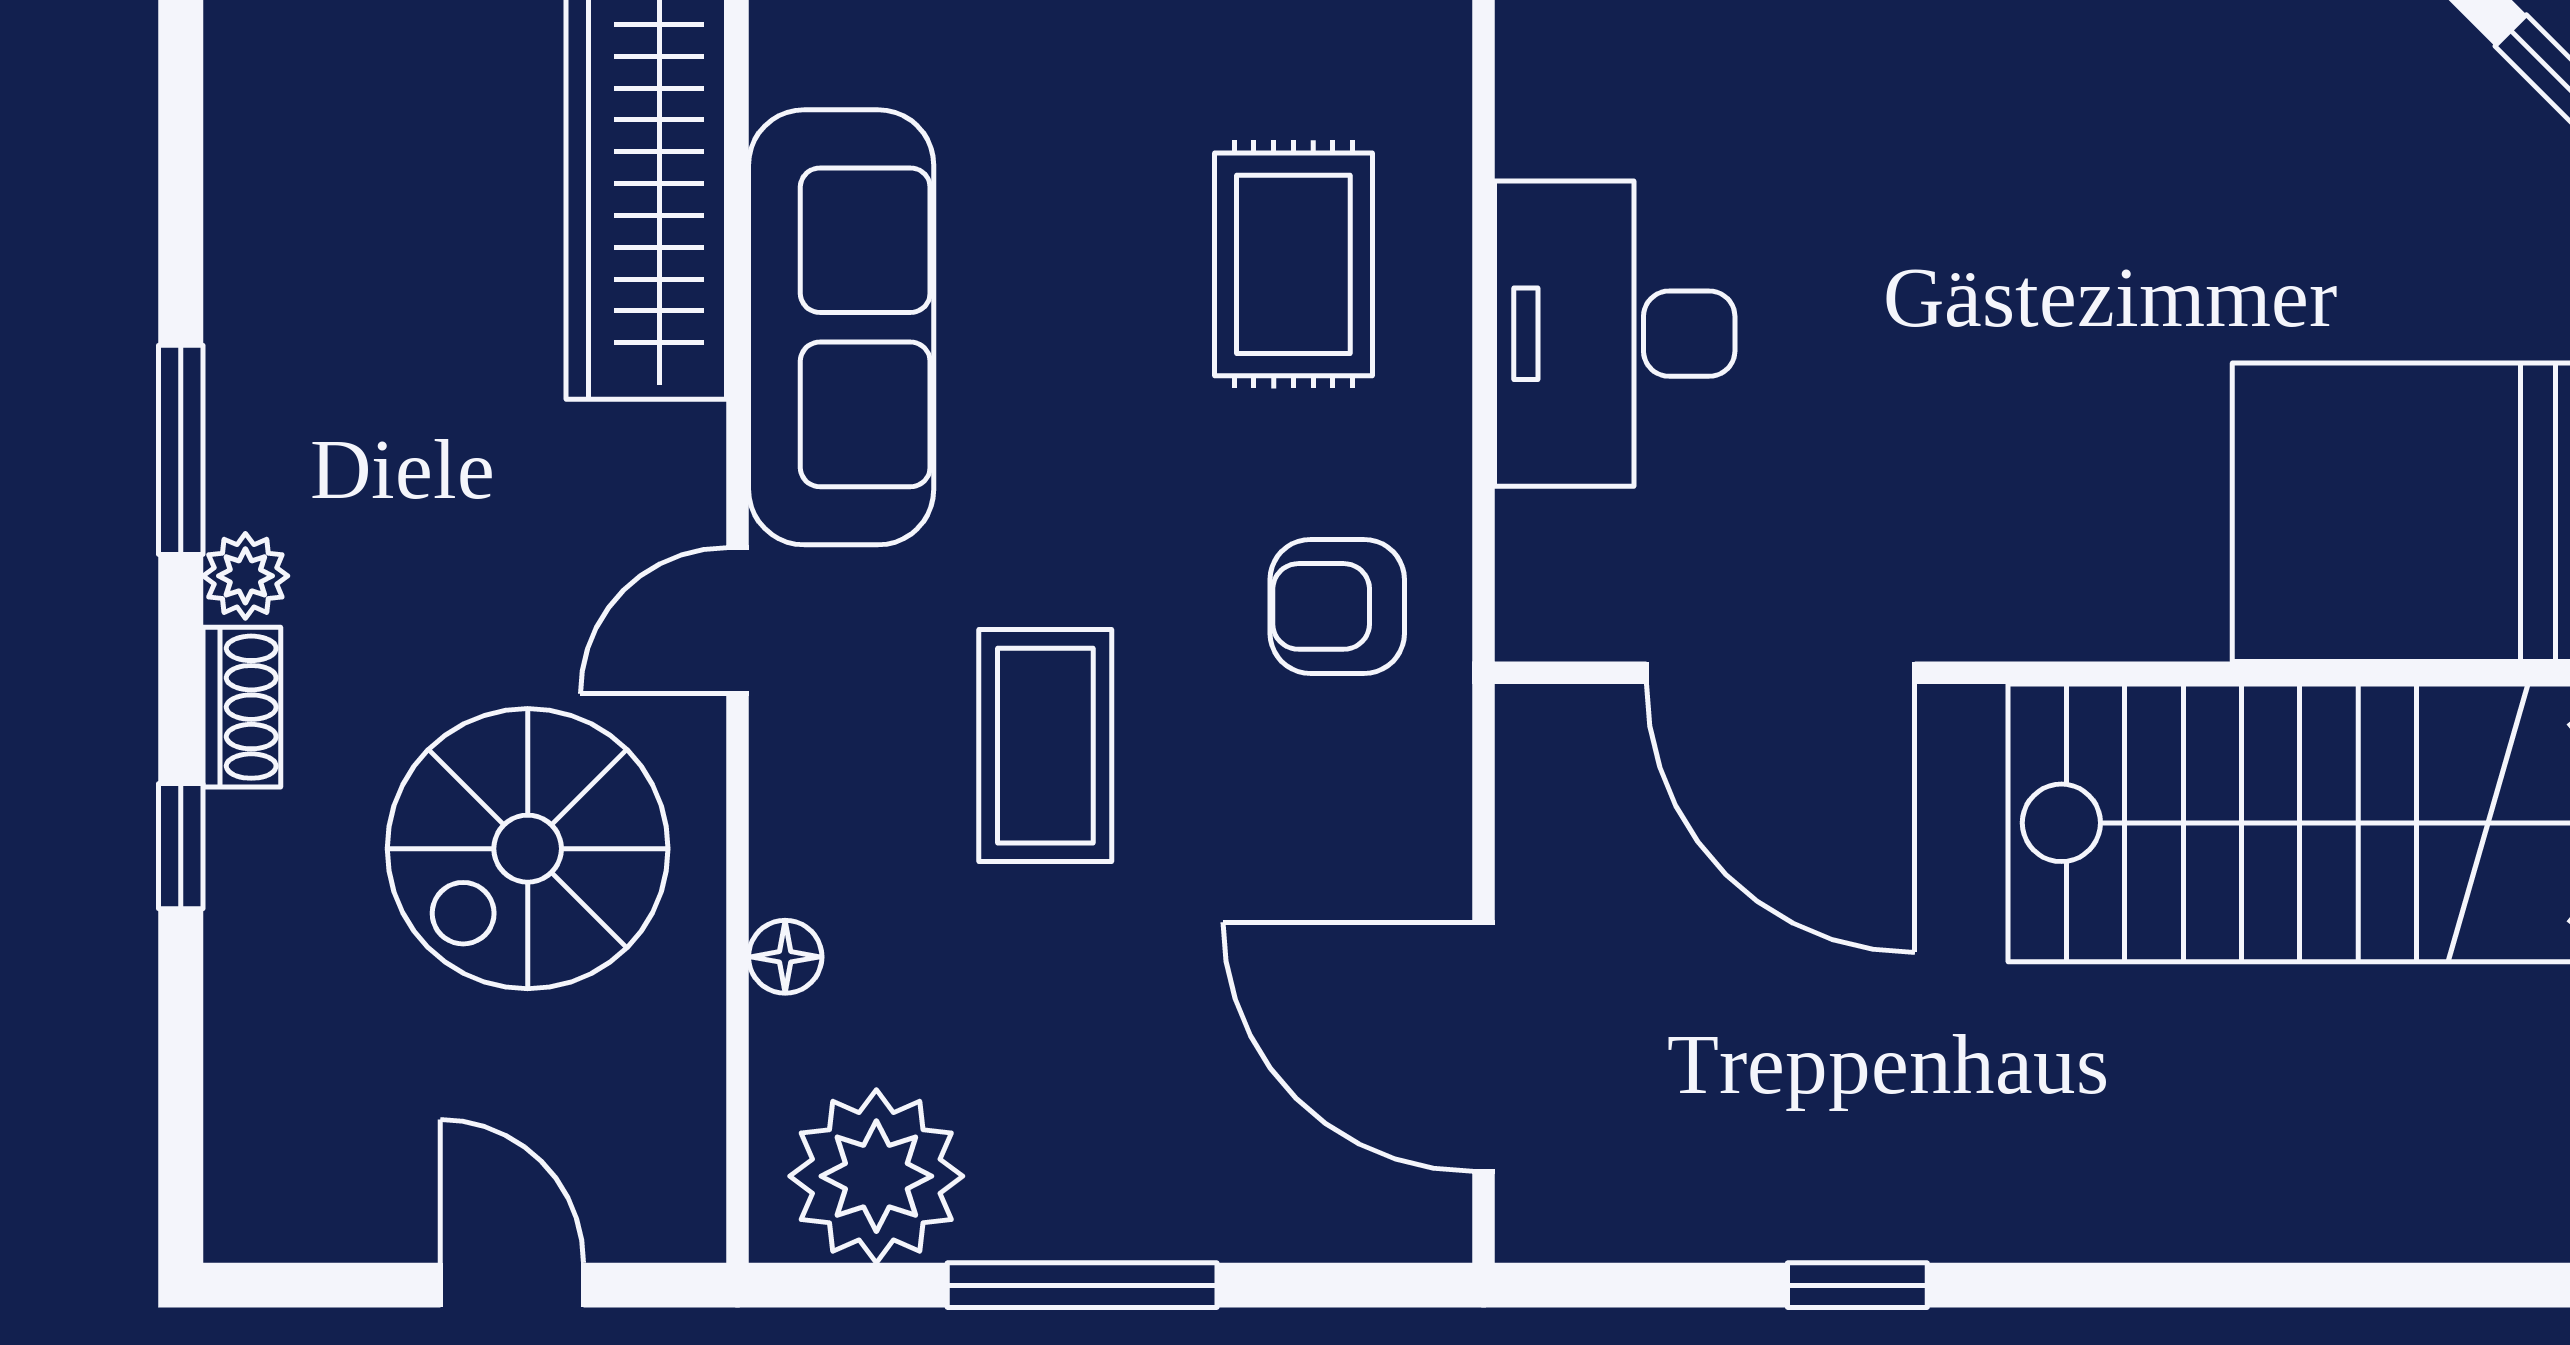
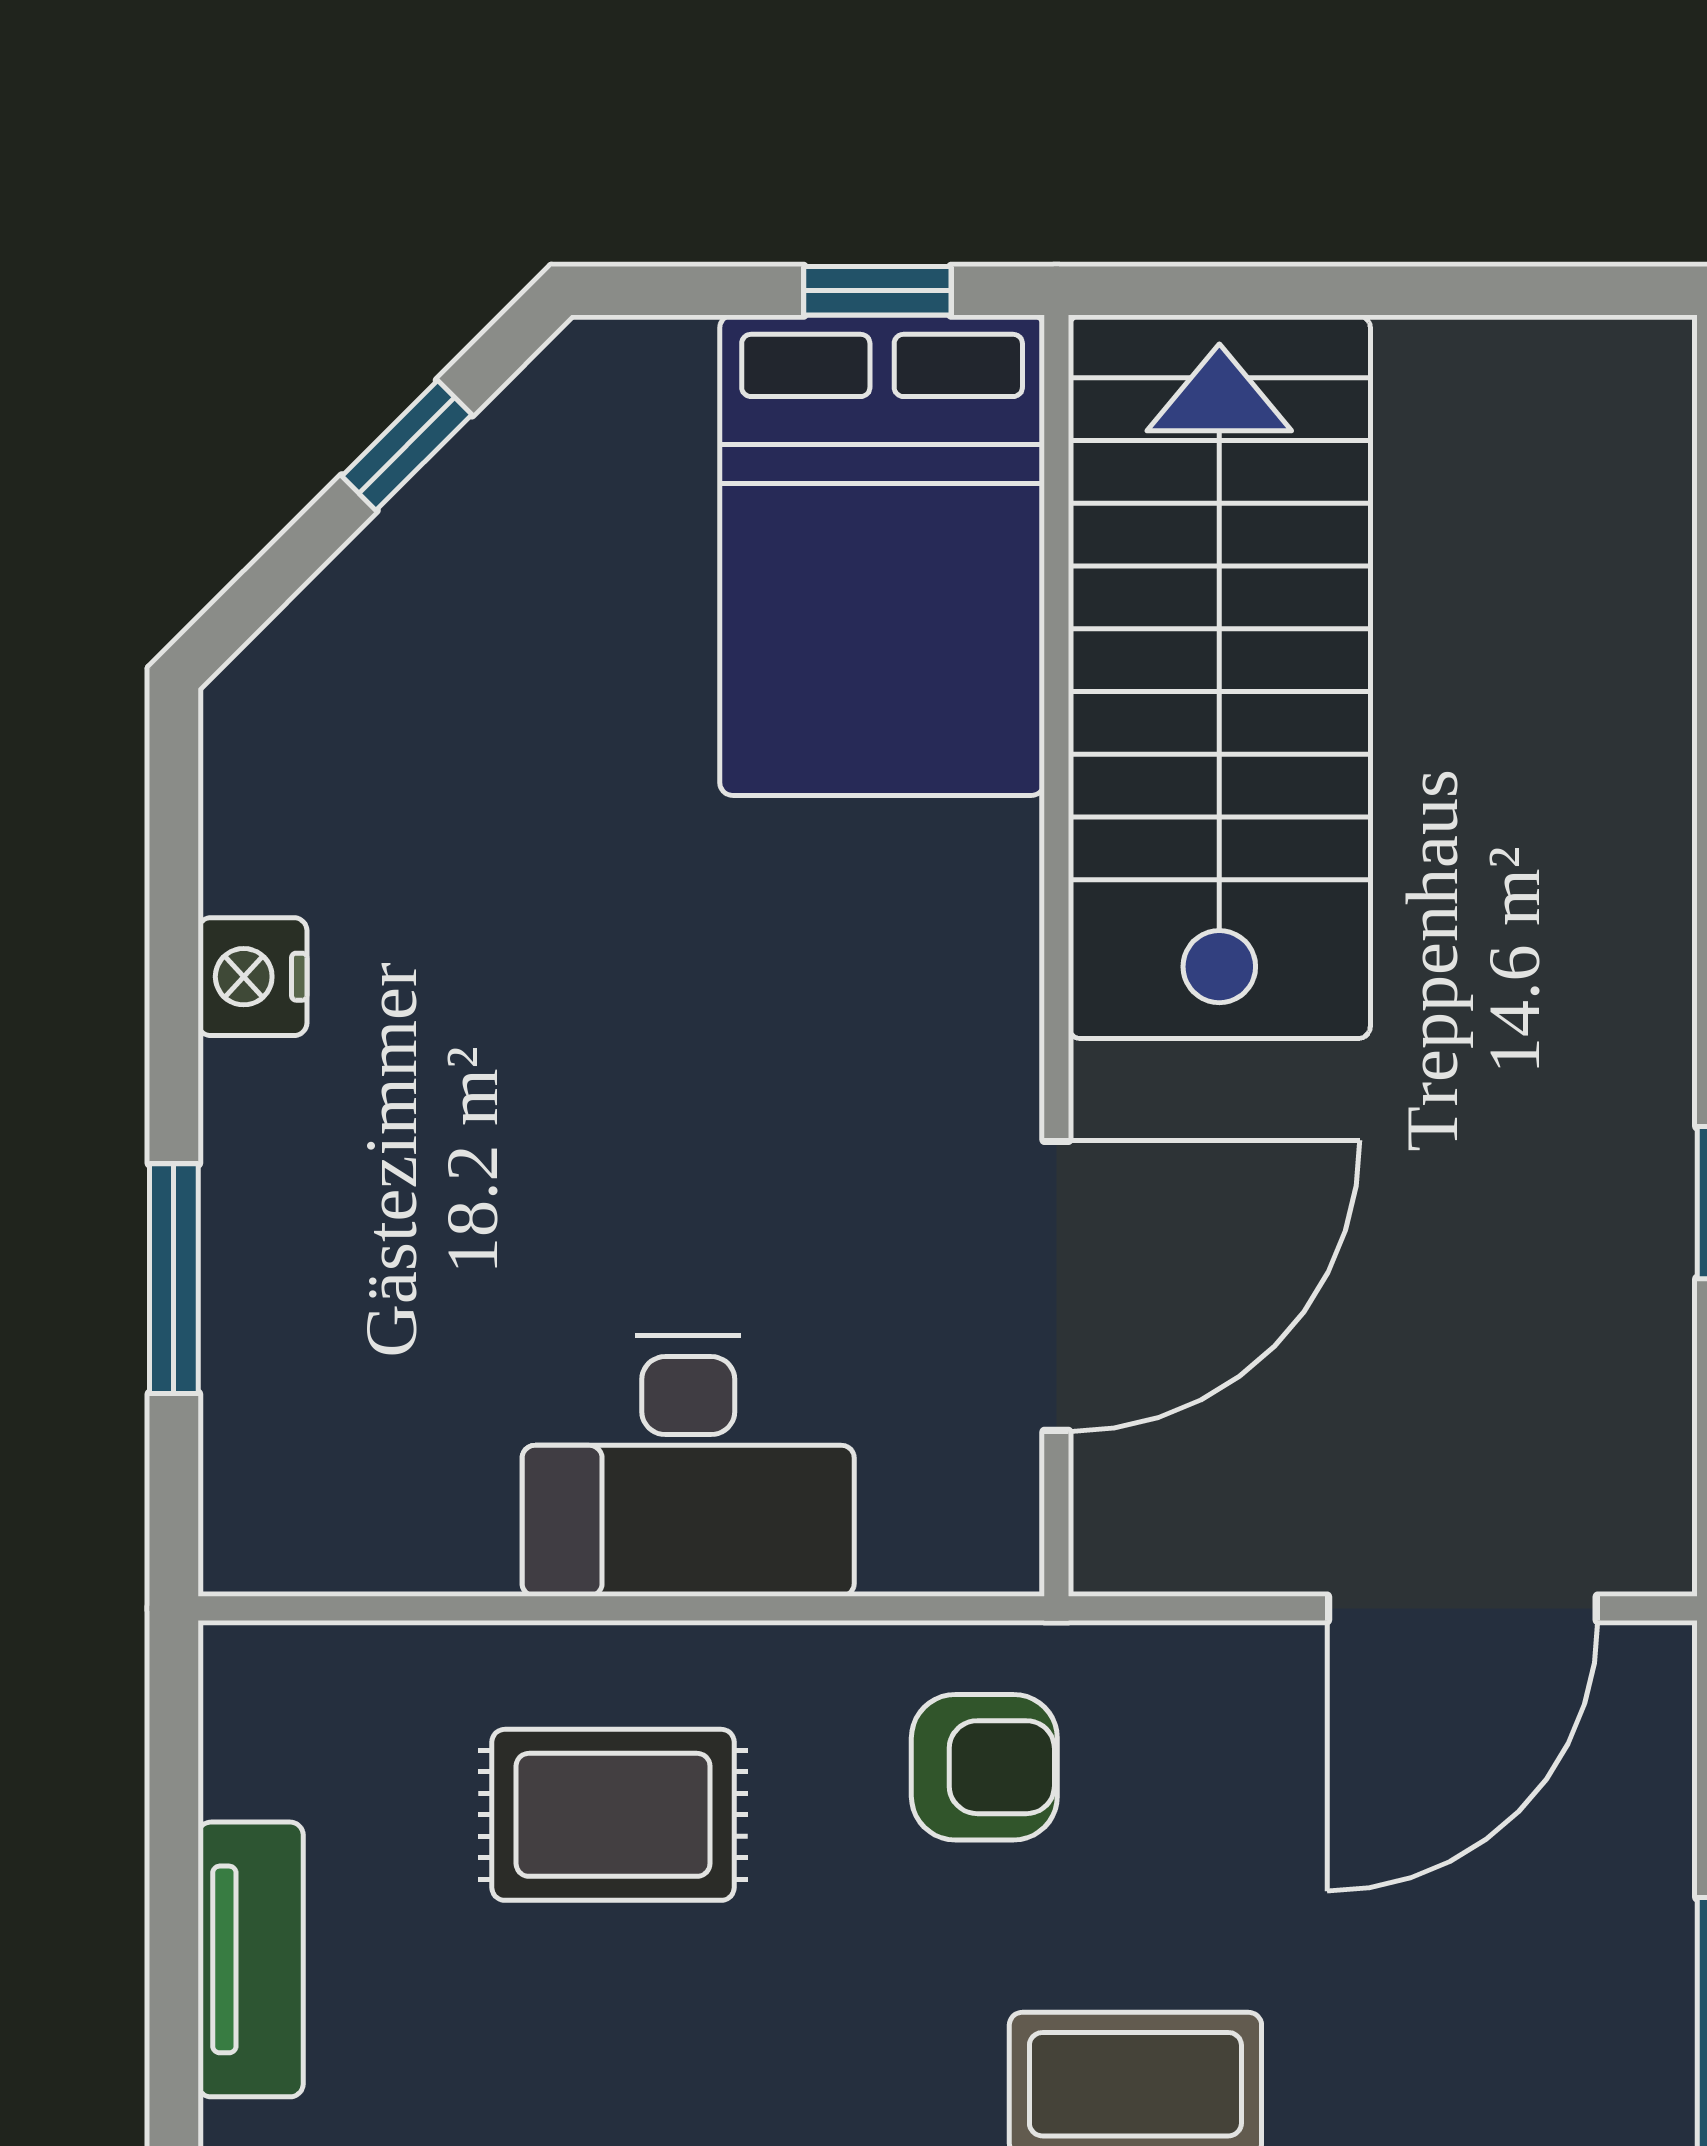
armchair: (1337, 606) -> (984, 1767), turned -90

